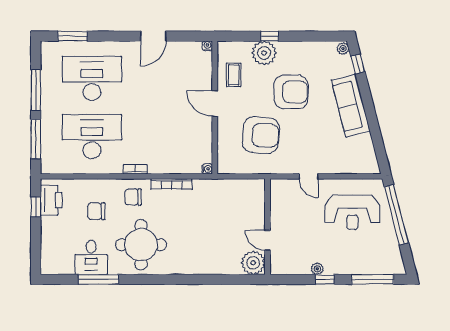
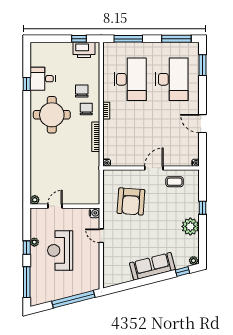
plant: (264, 53) -> (190, 226), moved
window: (36, 90) -> (176, 39), moved
armchair: (291, 92) -> (162, 223), removed
door: (309, 176) -> (101, 236), hinge flipped
water cooler: (277, 186) -> (94, 213), added
chair: (96, 211) -> (82, 91), moved
reception desk: (352, 212) -> (60, 250), moved
plant: (253, 263) -> (35, 200), width x0.53, depth x0.53
window: (99, 279) -> (27, 84), width x0.46

